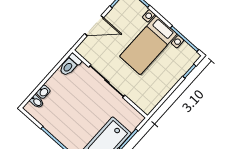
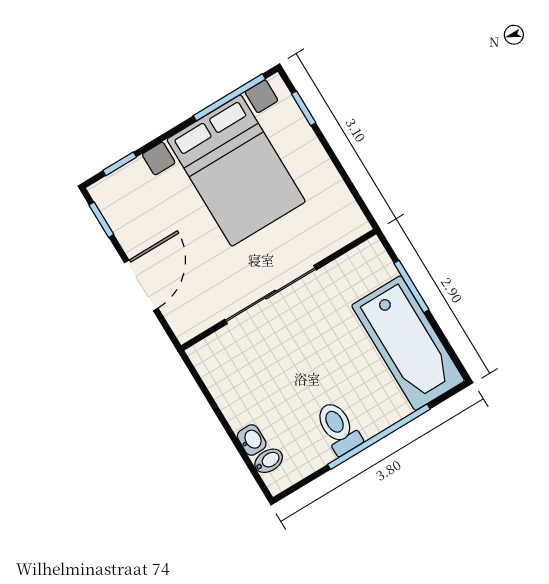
bed with nightstands: (148, 45) -> (236, 171), width x1.36
toilet: (70, 65) -> (338, 428), moved, turned 180

